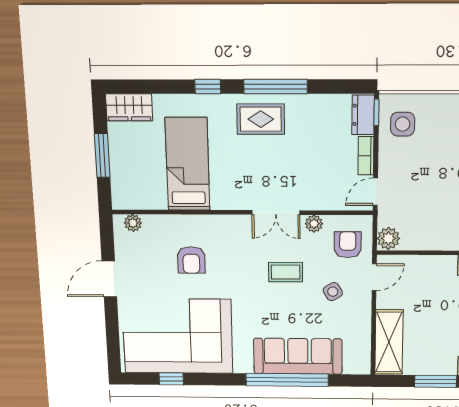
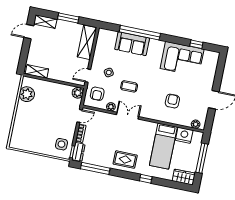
window: (276, 86) -> (95, 168), moved
window: (102, 155) -> (202, 158), width x1.44
nightstand: (150, 196) -> (184, 135), added
corner sofa: (178, 336) -> (182, 59), width x0.73, depth x0.74
sofa: (298, 356) -> (132, 44), width x0.73

